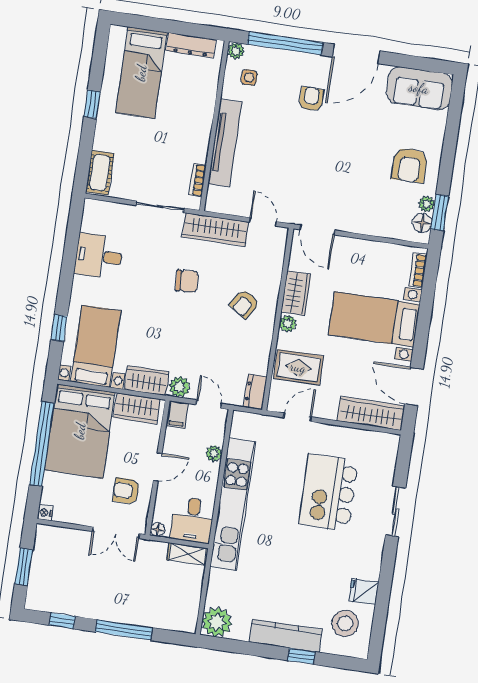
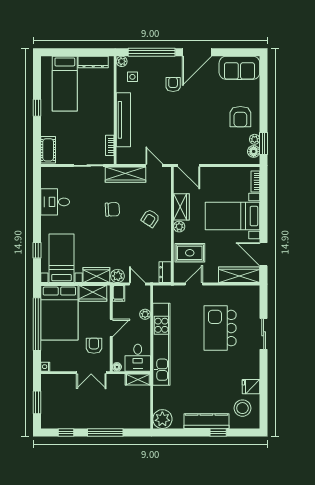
armchair: (126, 491) -> (94, 346), turned 90

